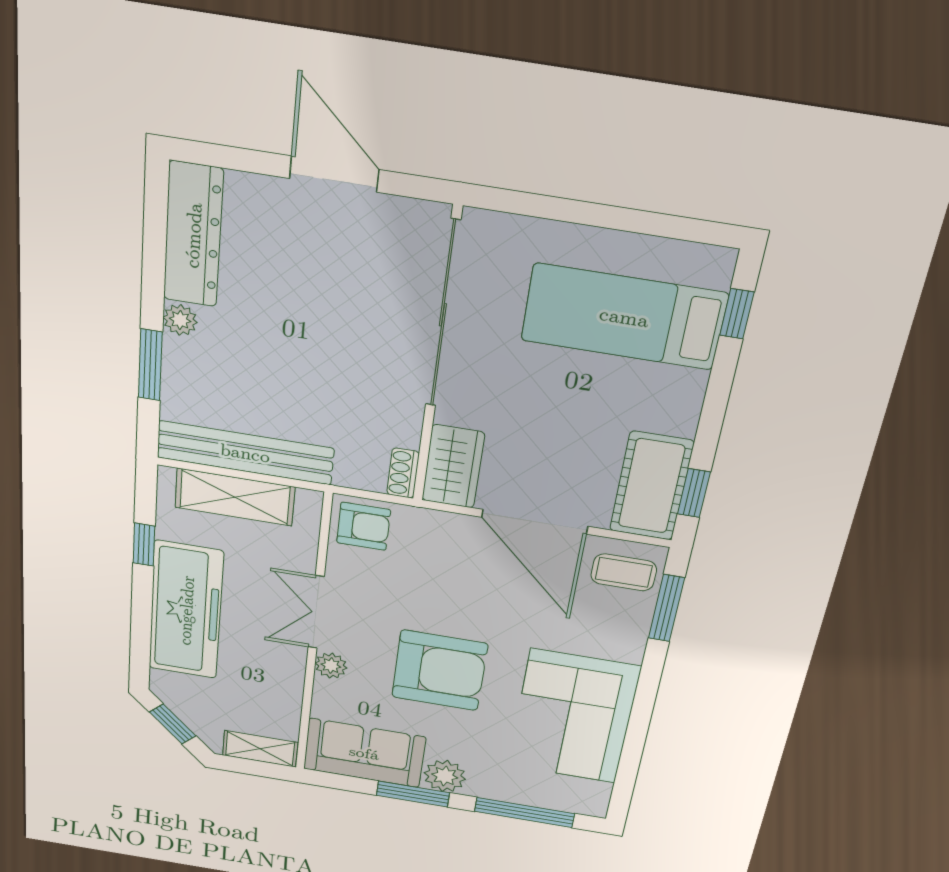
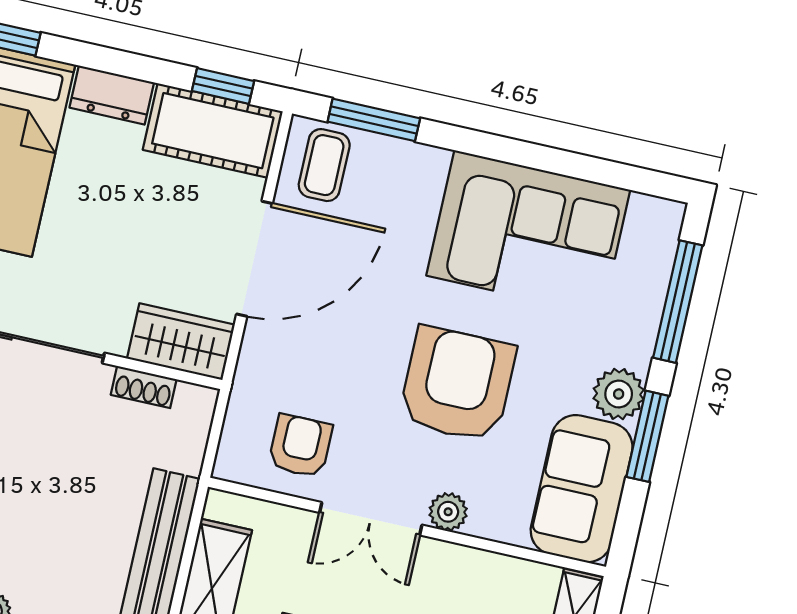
dresser: (682, 402) -> (112, 95), added
shoe rack: (403, 473) -> (144, 387), moved
armchair: (364, 526) -> (300, 446), moved

